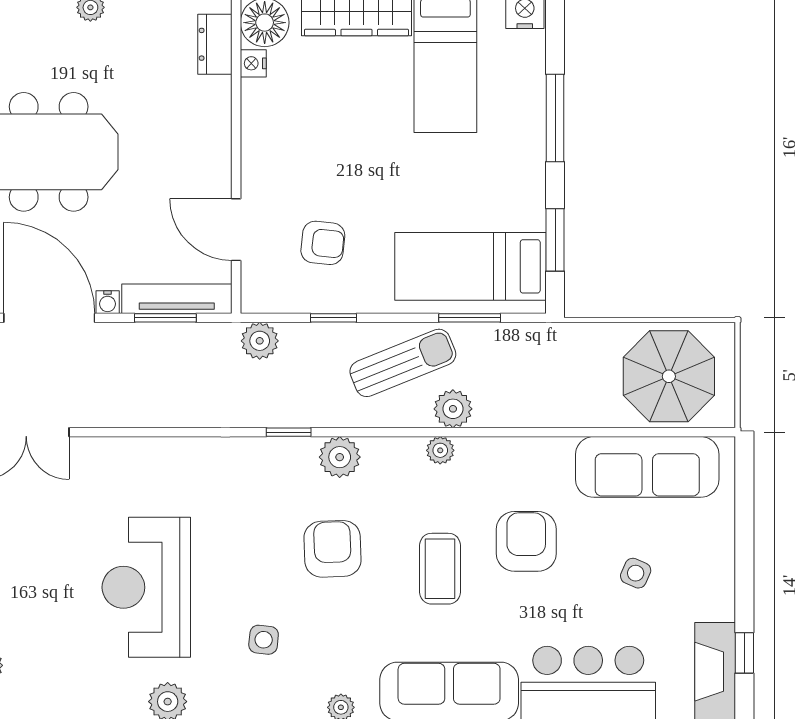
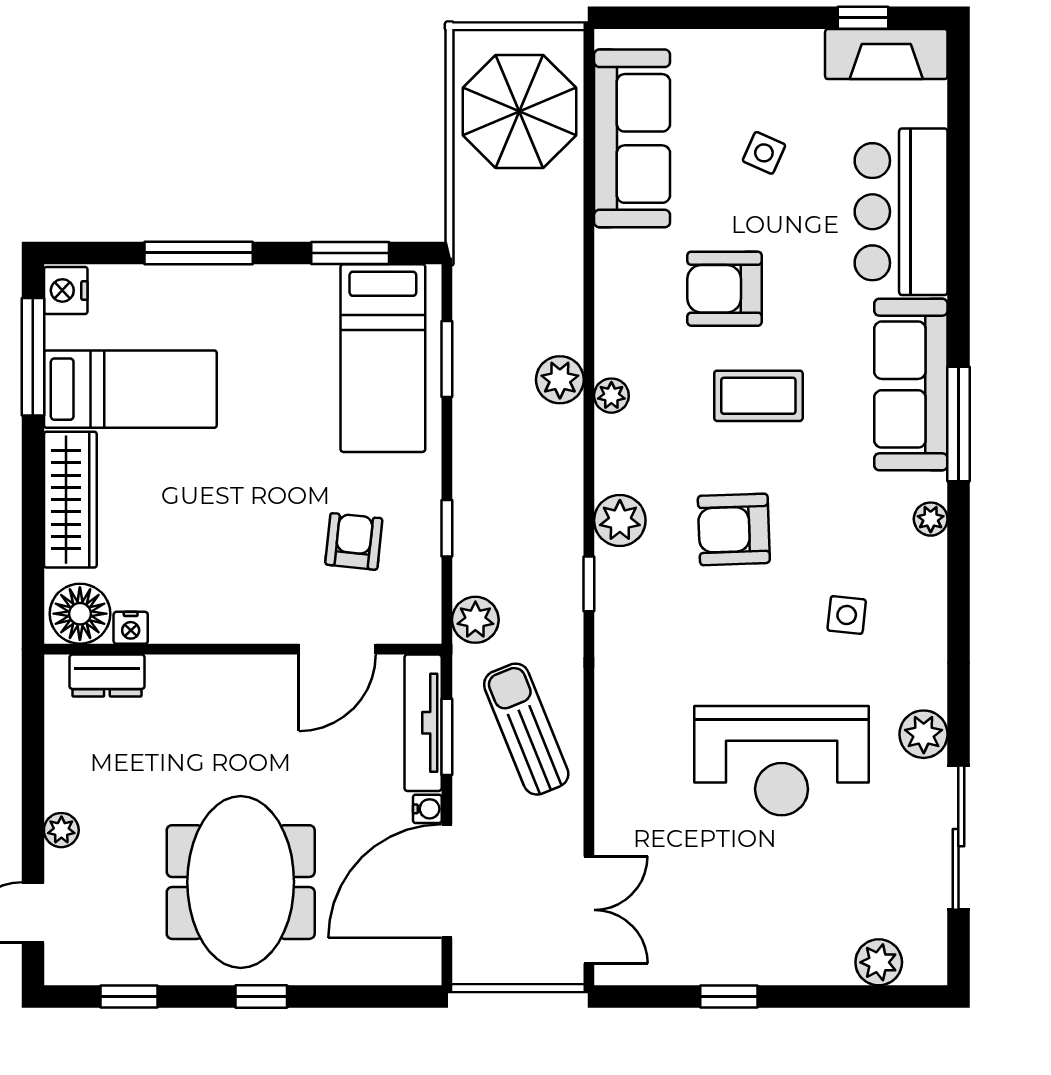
sun lounger: (403, 363) -> (526, 729), moved

